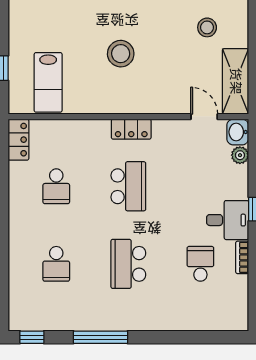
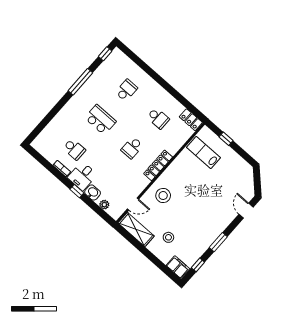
stool: (121, 54) -> (163, 196), moved
locker: (131, 129) -> (158, 165), width x1.53
washbasin: (238, 132) -> (93, 193), moved
school desk: (56, 186) -> (158, 118), turned 180
school desk: (128, 186) -> (132, 148), width x0.54
school desk: (56, 264) -> (126, 90), turned 90

